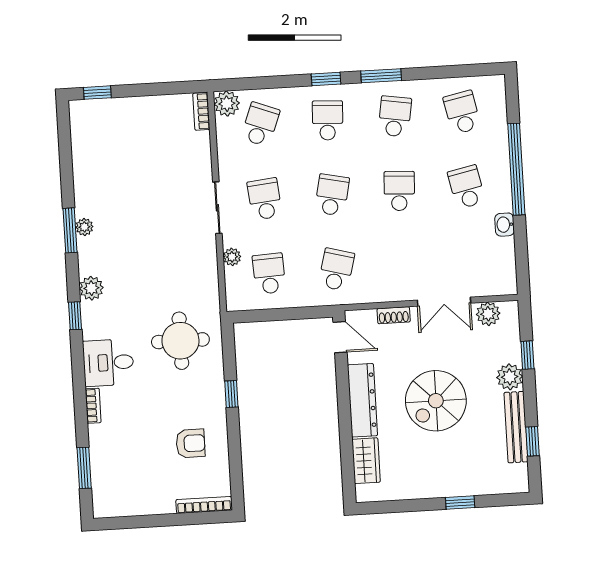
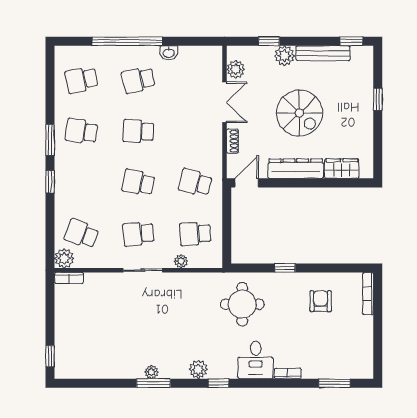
school desk: (328, 120) -> (82, 183), removed
window: (533, 441) -> (351, 41), moved

